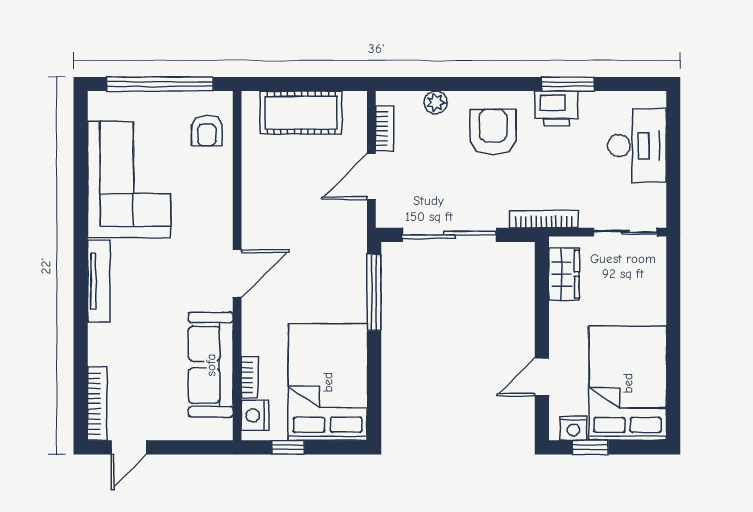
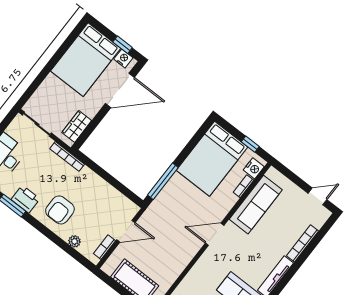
sliding door: (449, 235) -> (112, 181), removed
door: (542, 377) -> (120, 90), width x1.88
bookcase: (97, 404) -> (303, 243), moved

